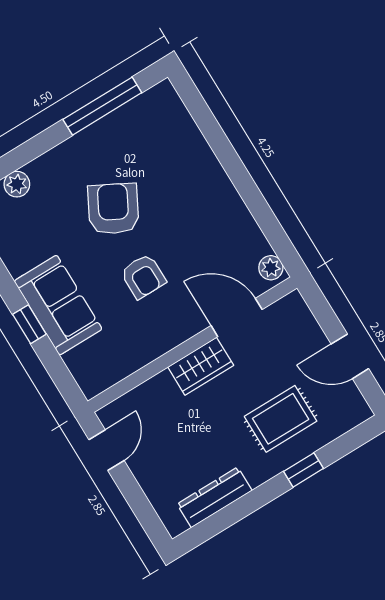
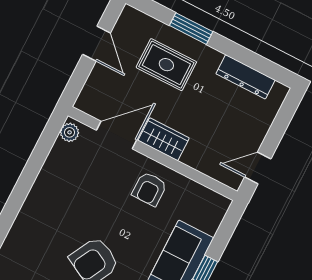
armchair: (143, 276) -> (149, 189), moved, turned 180
door: (237, 318) -> (117, 135), swing flipped
window: (303, 470) -> (191, 29), width x1.50

